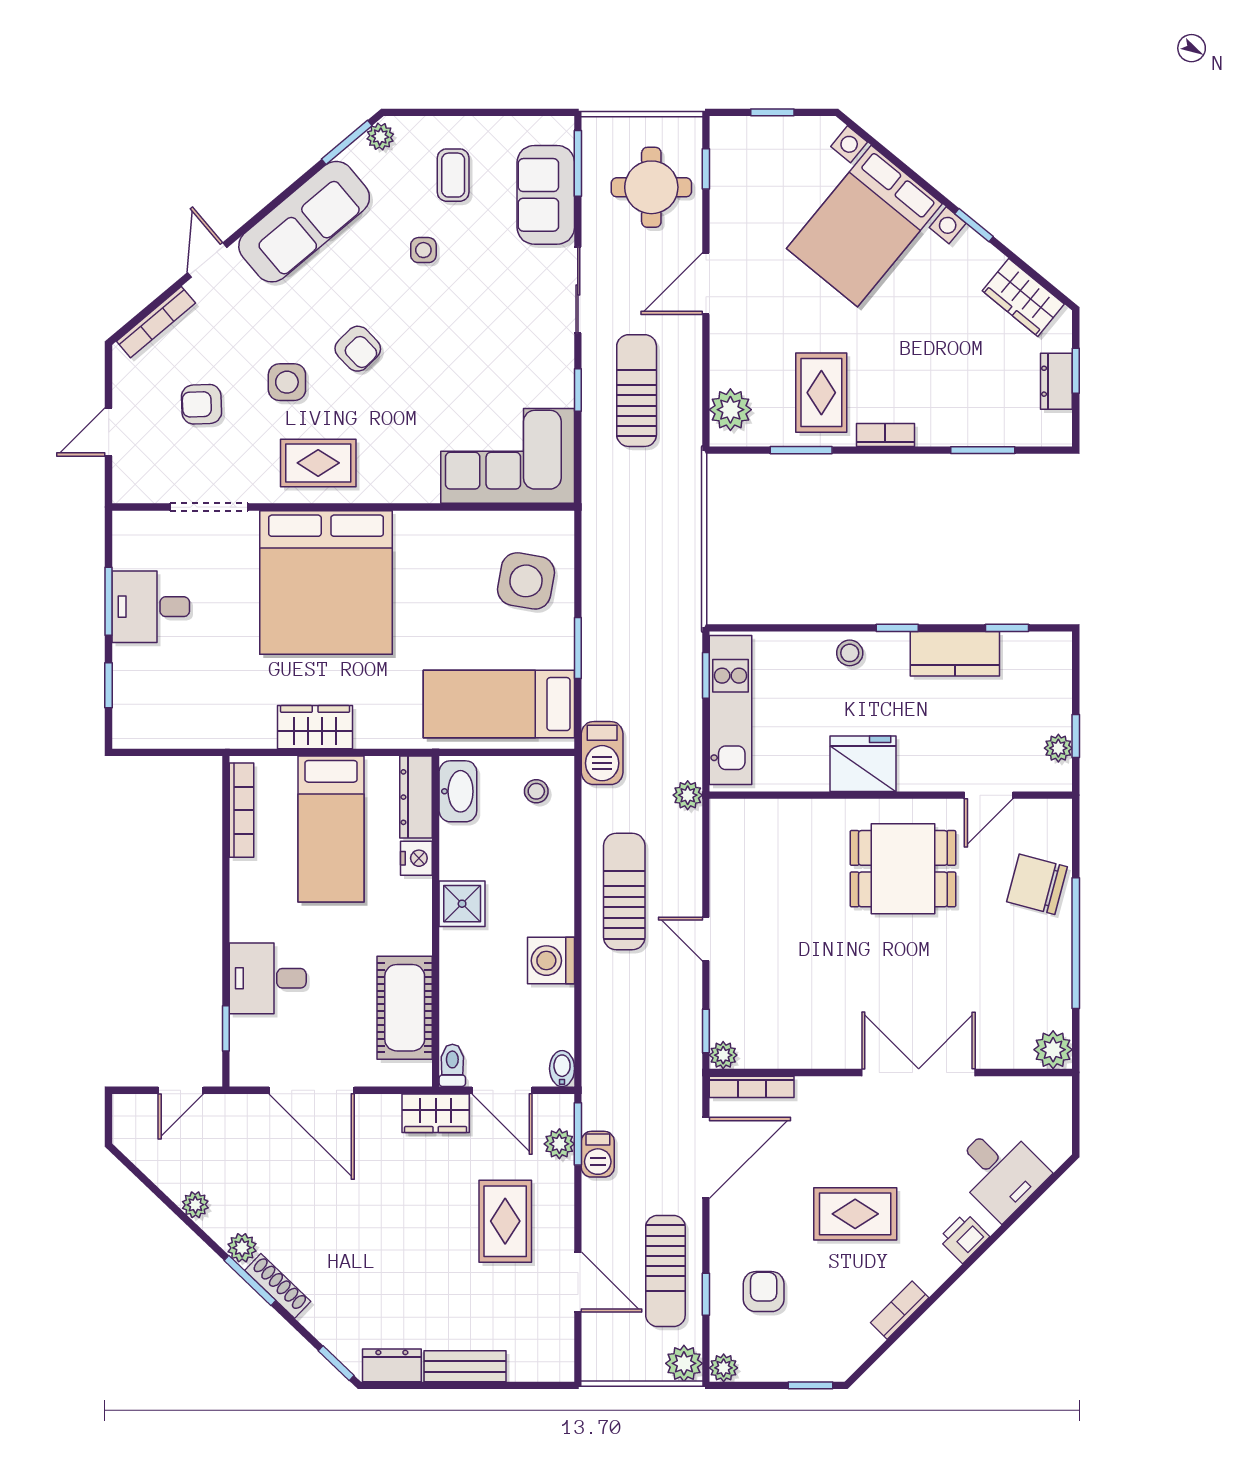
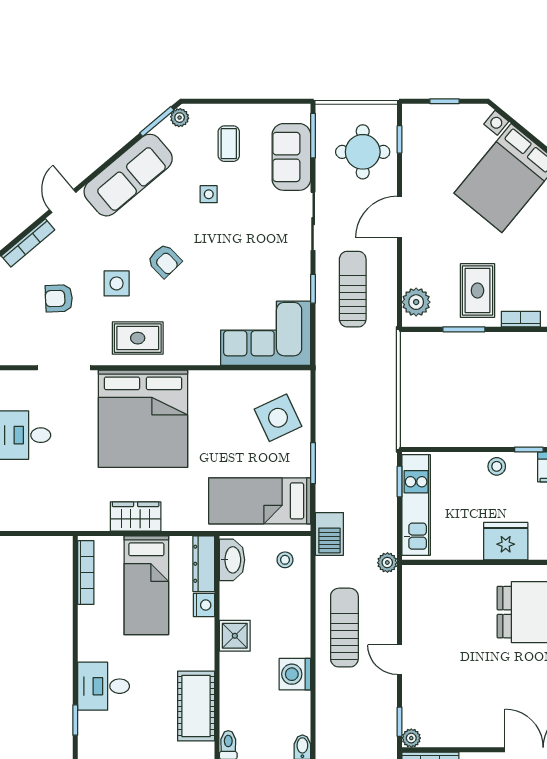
side table: (526, 581) -> (278, 418), turned -35

